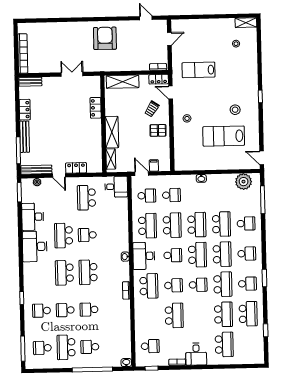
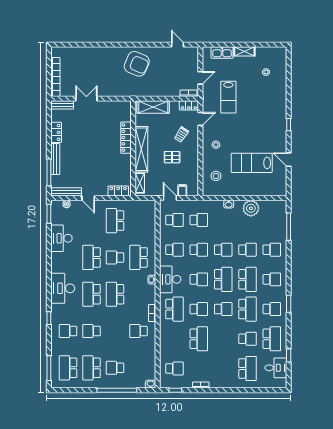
shelving: (246, 23) -> (244, 51), moved
kitchen sink: (191, 25) -> (222, 52), added
armchair: (105, 38) -> (137, 64), turned 113
door: (169, 39) -> (200, 78), moved
lab bench: (199, 70) -> (228, 97), turned -90
double door: (72, 74) -> (86, 99), moved
door: (171, 93) -> (200, 119), swing flipped
locker: (96, 108) -> (126, 138), width x1.53
stool: (235, 110) -> (216, 176), moved
pallet: (158, 130) -> (172, 157), moved
shelving: (112, 132) -> (141, 149), width x1.47
door: (262, 158) -> (289, 160), moved
locker: (76, 168) -> (118, 191), moved
plant: (244, 182) -> (251, 208), moved
desk: (116, 187) -> (145, 210), removed
school desk: (221, 224) -> (247, 250), width x0.54
school desk: (172, 225) -> (199, 250), width x0.54
school desk: (197, 225) -> (223, 250), width x0.54
school desk: (147, 226) -> (175, 250), width x0.54
school desk: (111, 234) -> (138, 257), added
desk: (35, 246) -> (63, 288), moved
school desk: (89, 310) -> (138, 331), moved
school desk: (223, 314) -> (247, 339), width x0.54
school desk: (42, 348) -> (68, 368), width x1.85
desk: (196, 354) -> (276, 368), moved, turned -90

